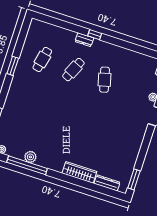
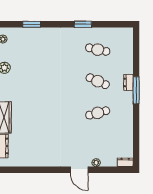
window: (95, 35) -> (136, 90), width x2.17
window: (134, 179) -> (15, 170), removed

